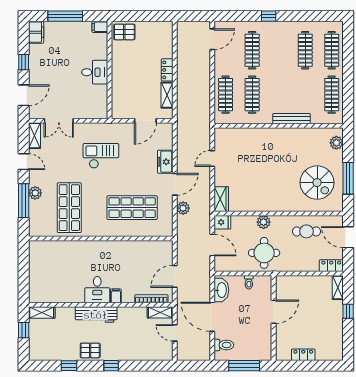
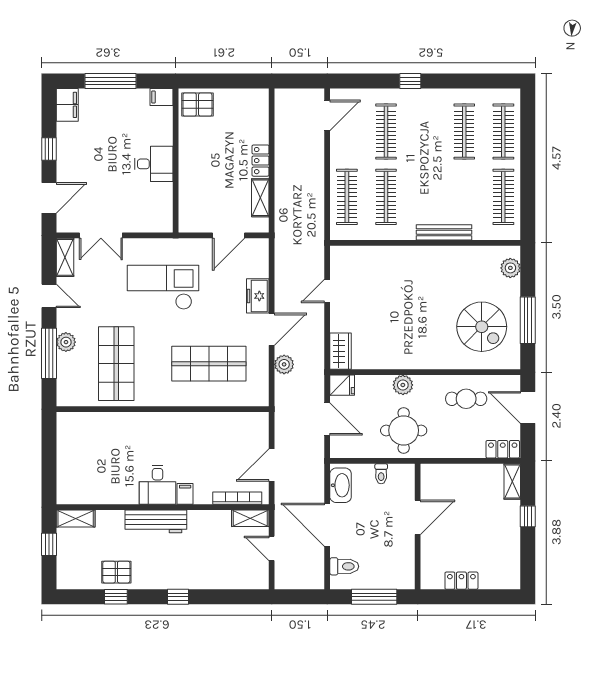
checkout: (101, 156) -> (163, 287), width x1.36, depth x1.21
pallet: (90, 350) -> (116, 572), moved

